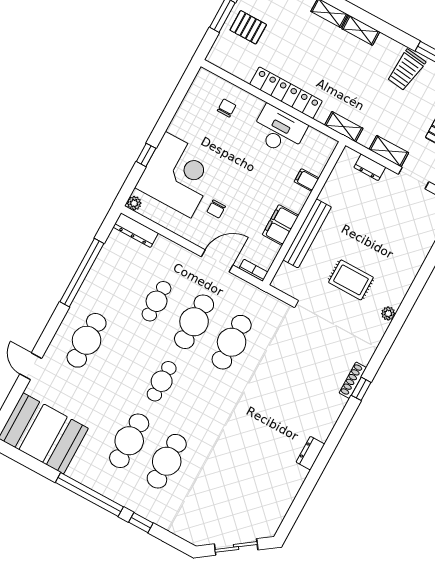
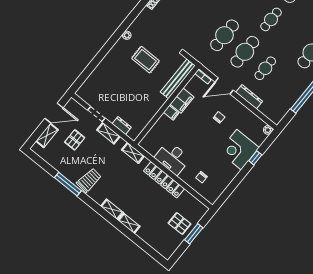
corner desk: (178, 175) -> (239, 150), width x0.74, depth x0.74
filing cabinet: (307, 180) -> (171, 113), moved
dresser: (136, 230) -> (249, 97), moved
bench: (307, 233) -> (178, 79), moved

